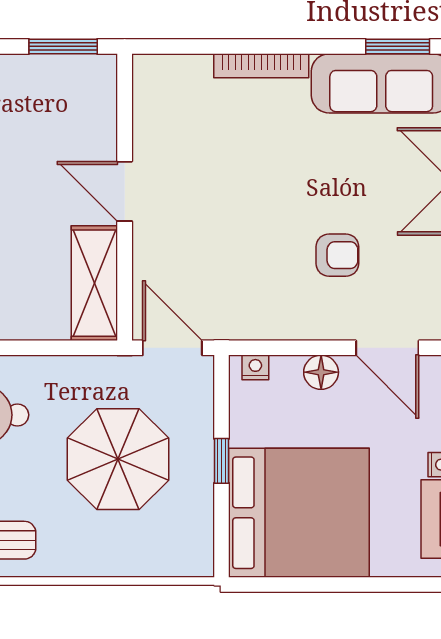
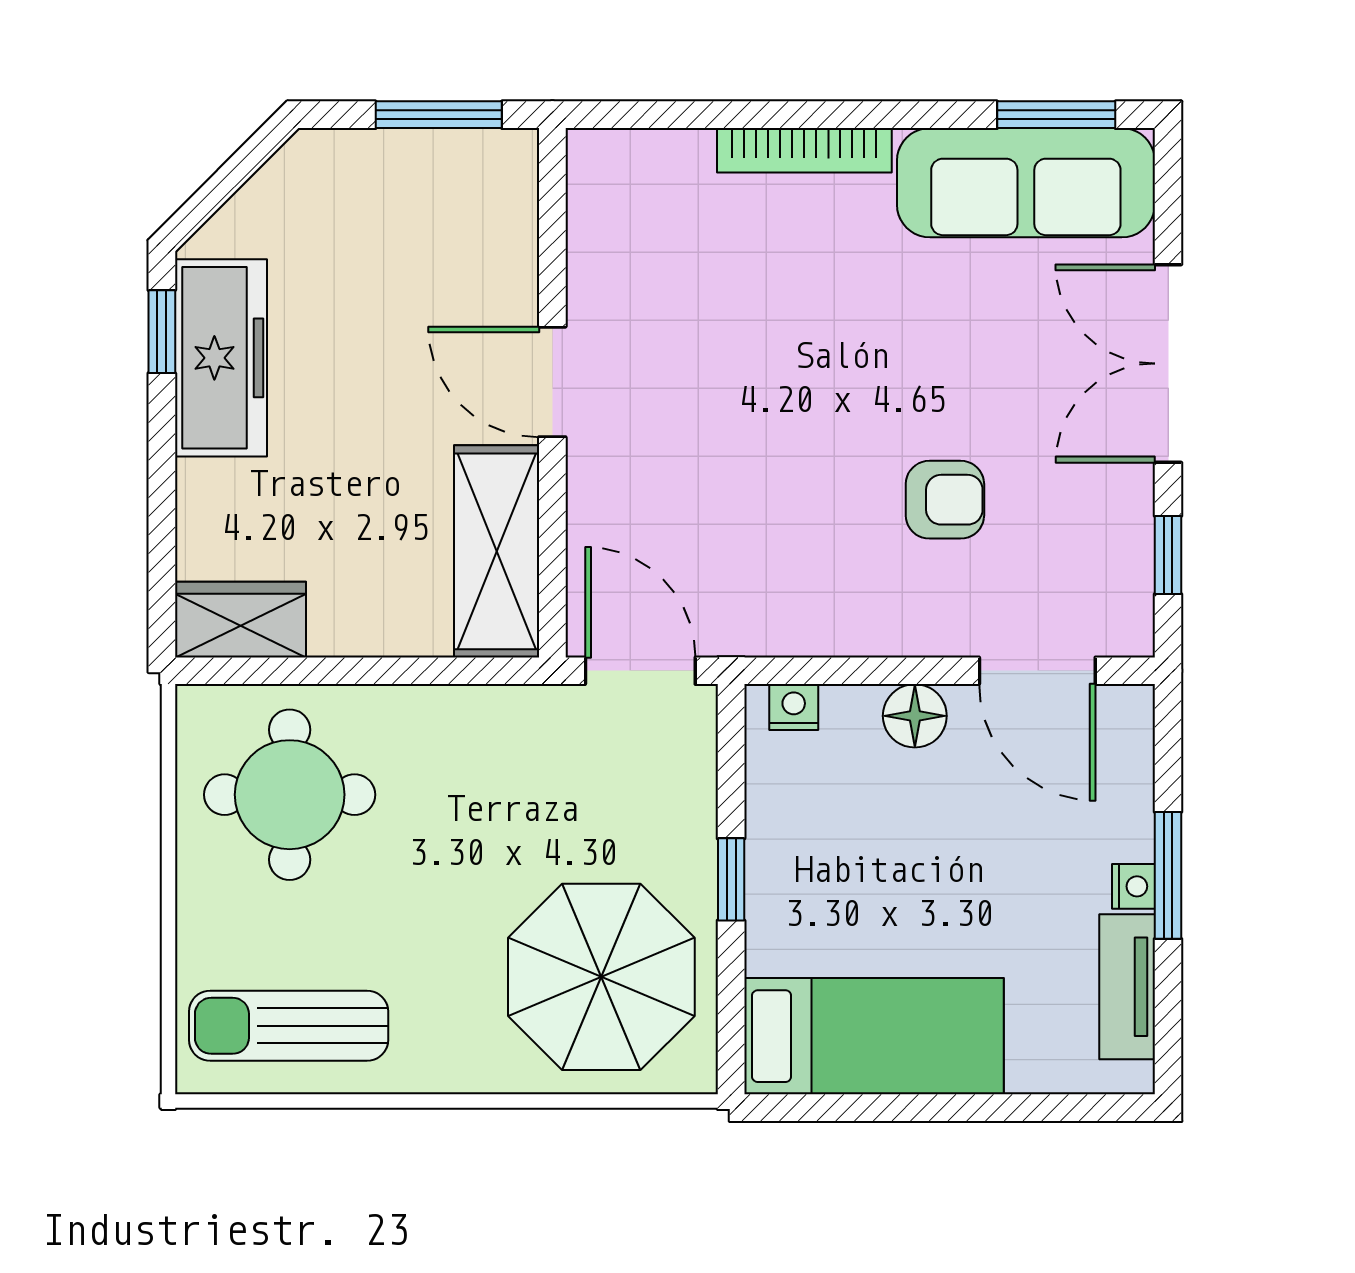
parasol: (118, 459) -> (601, 977), moved
bed: (299, 513) -> (874, 1036), width x0.49

